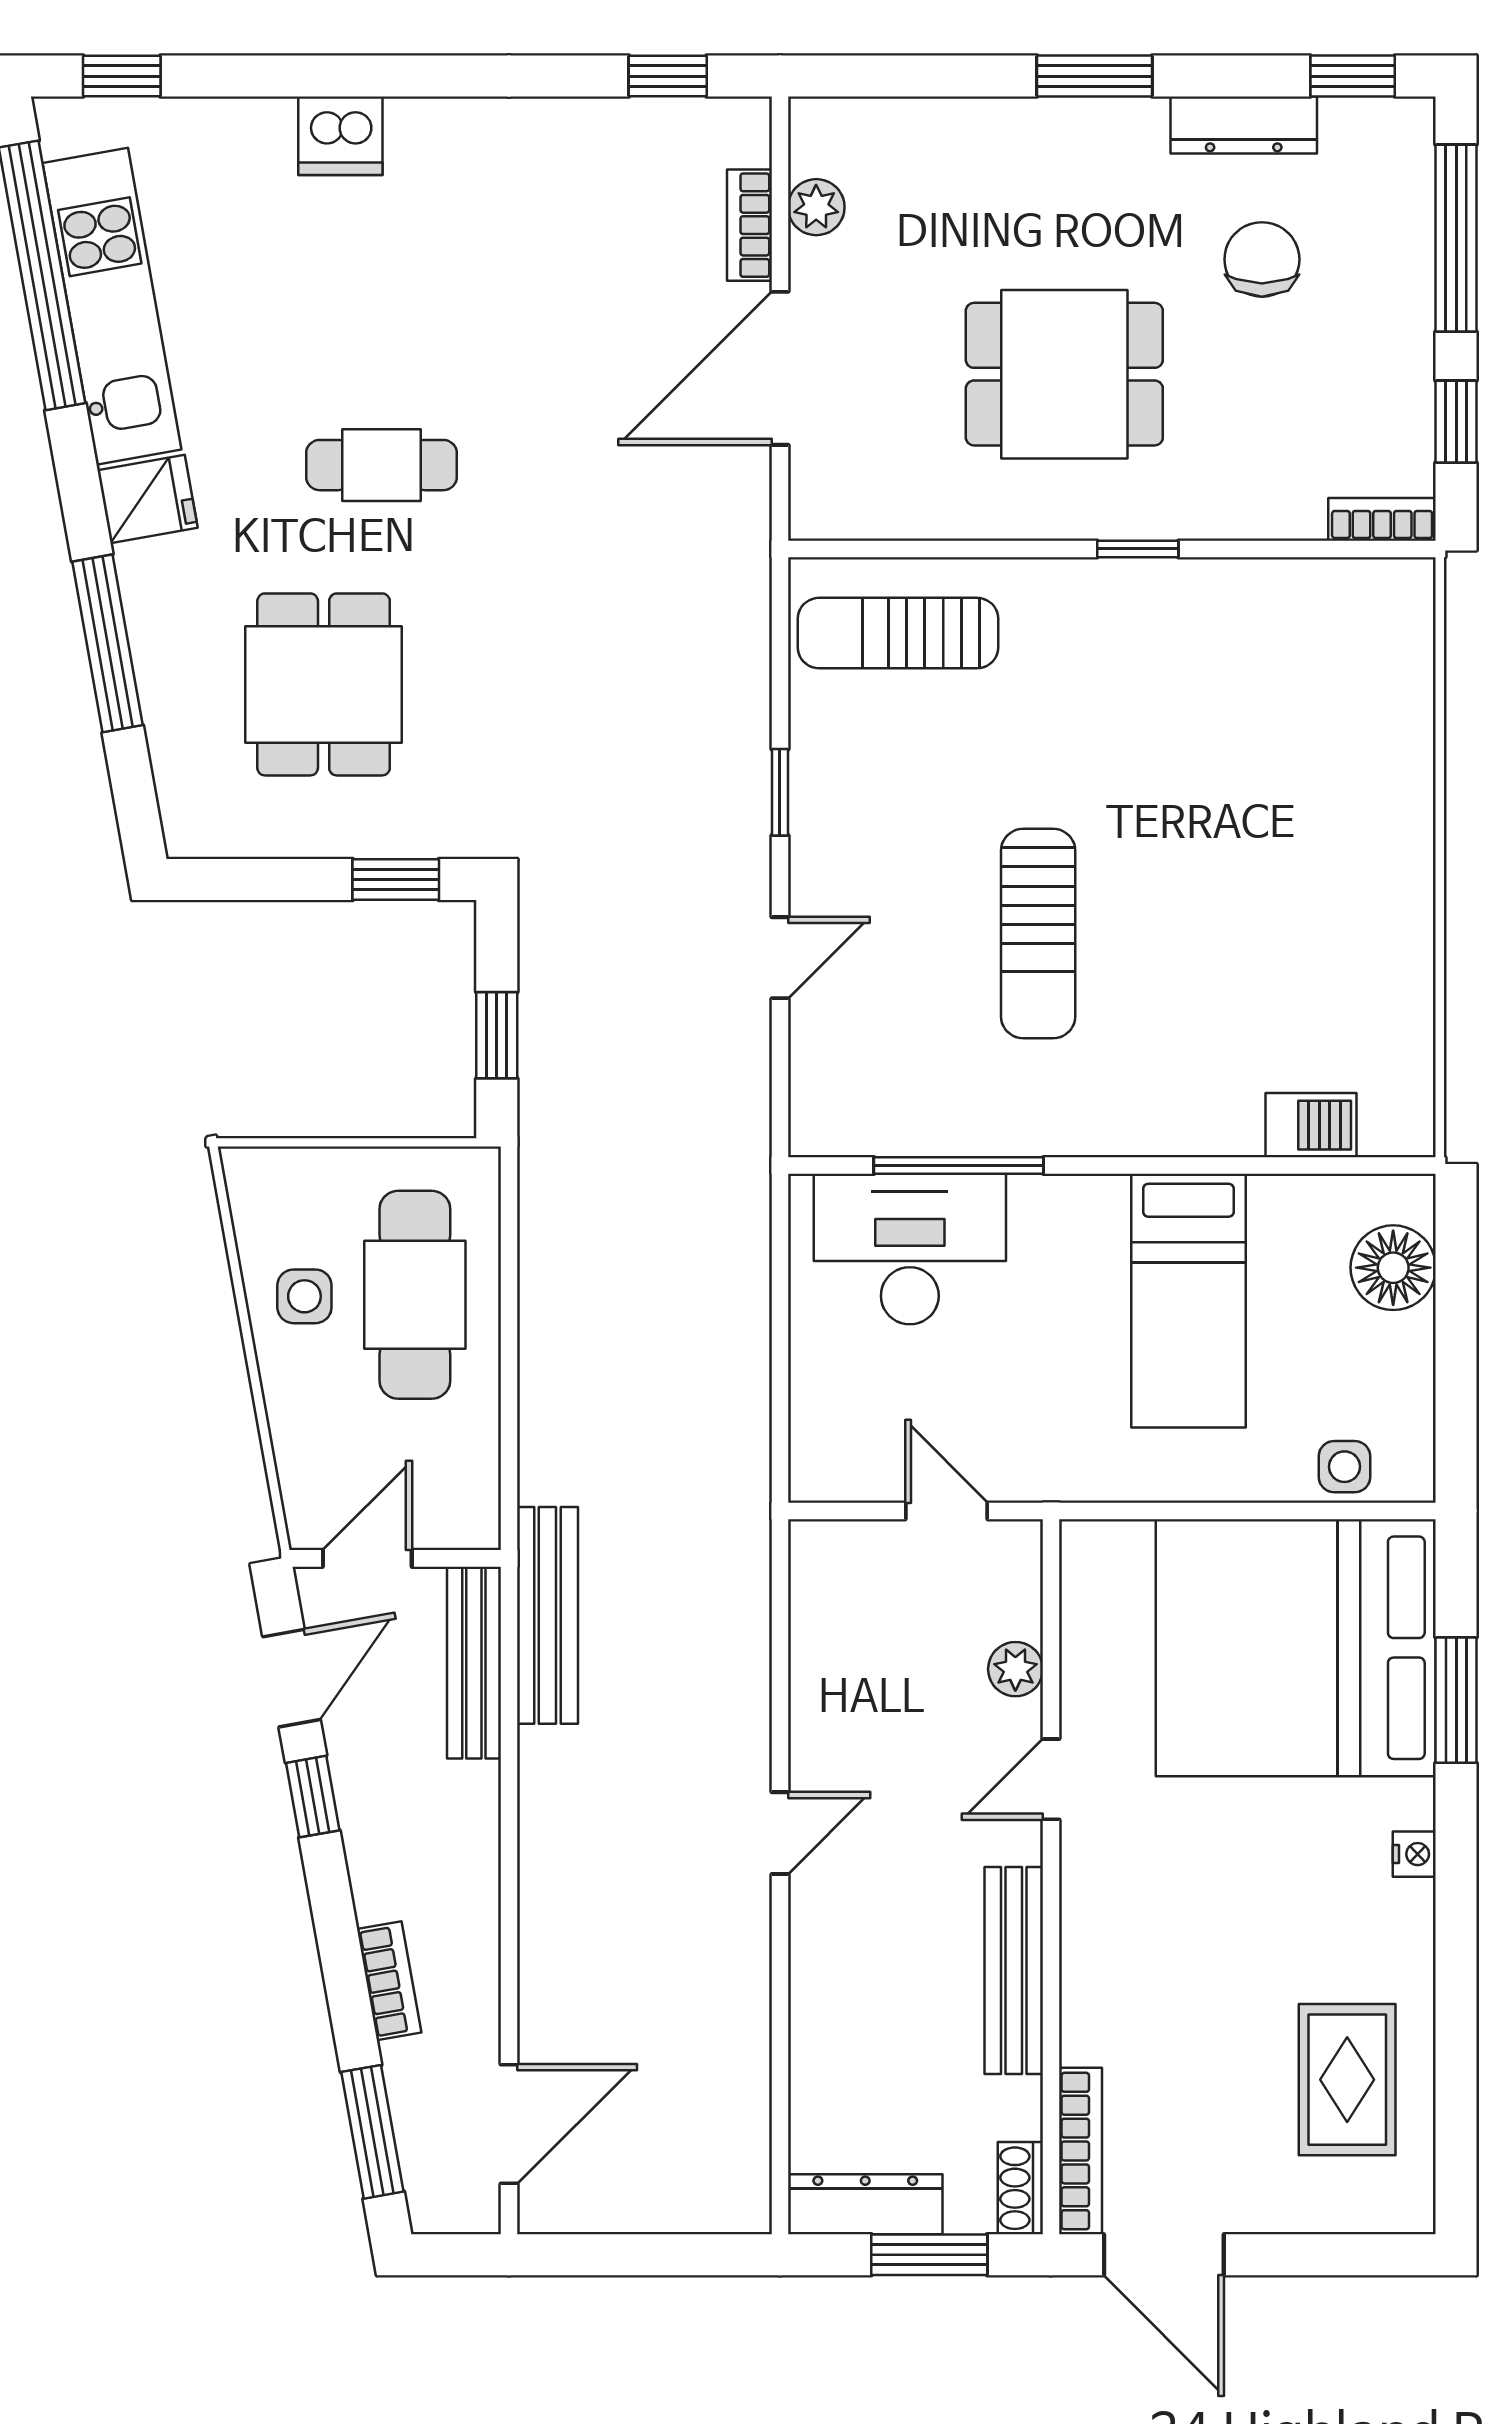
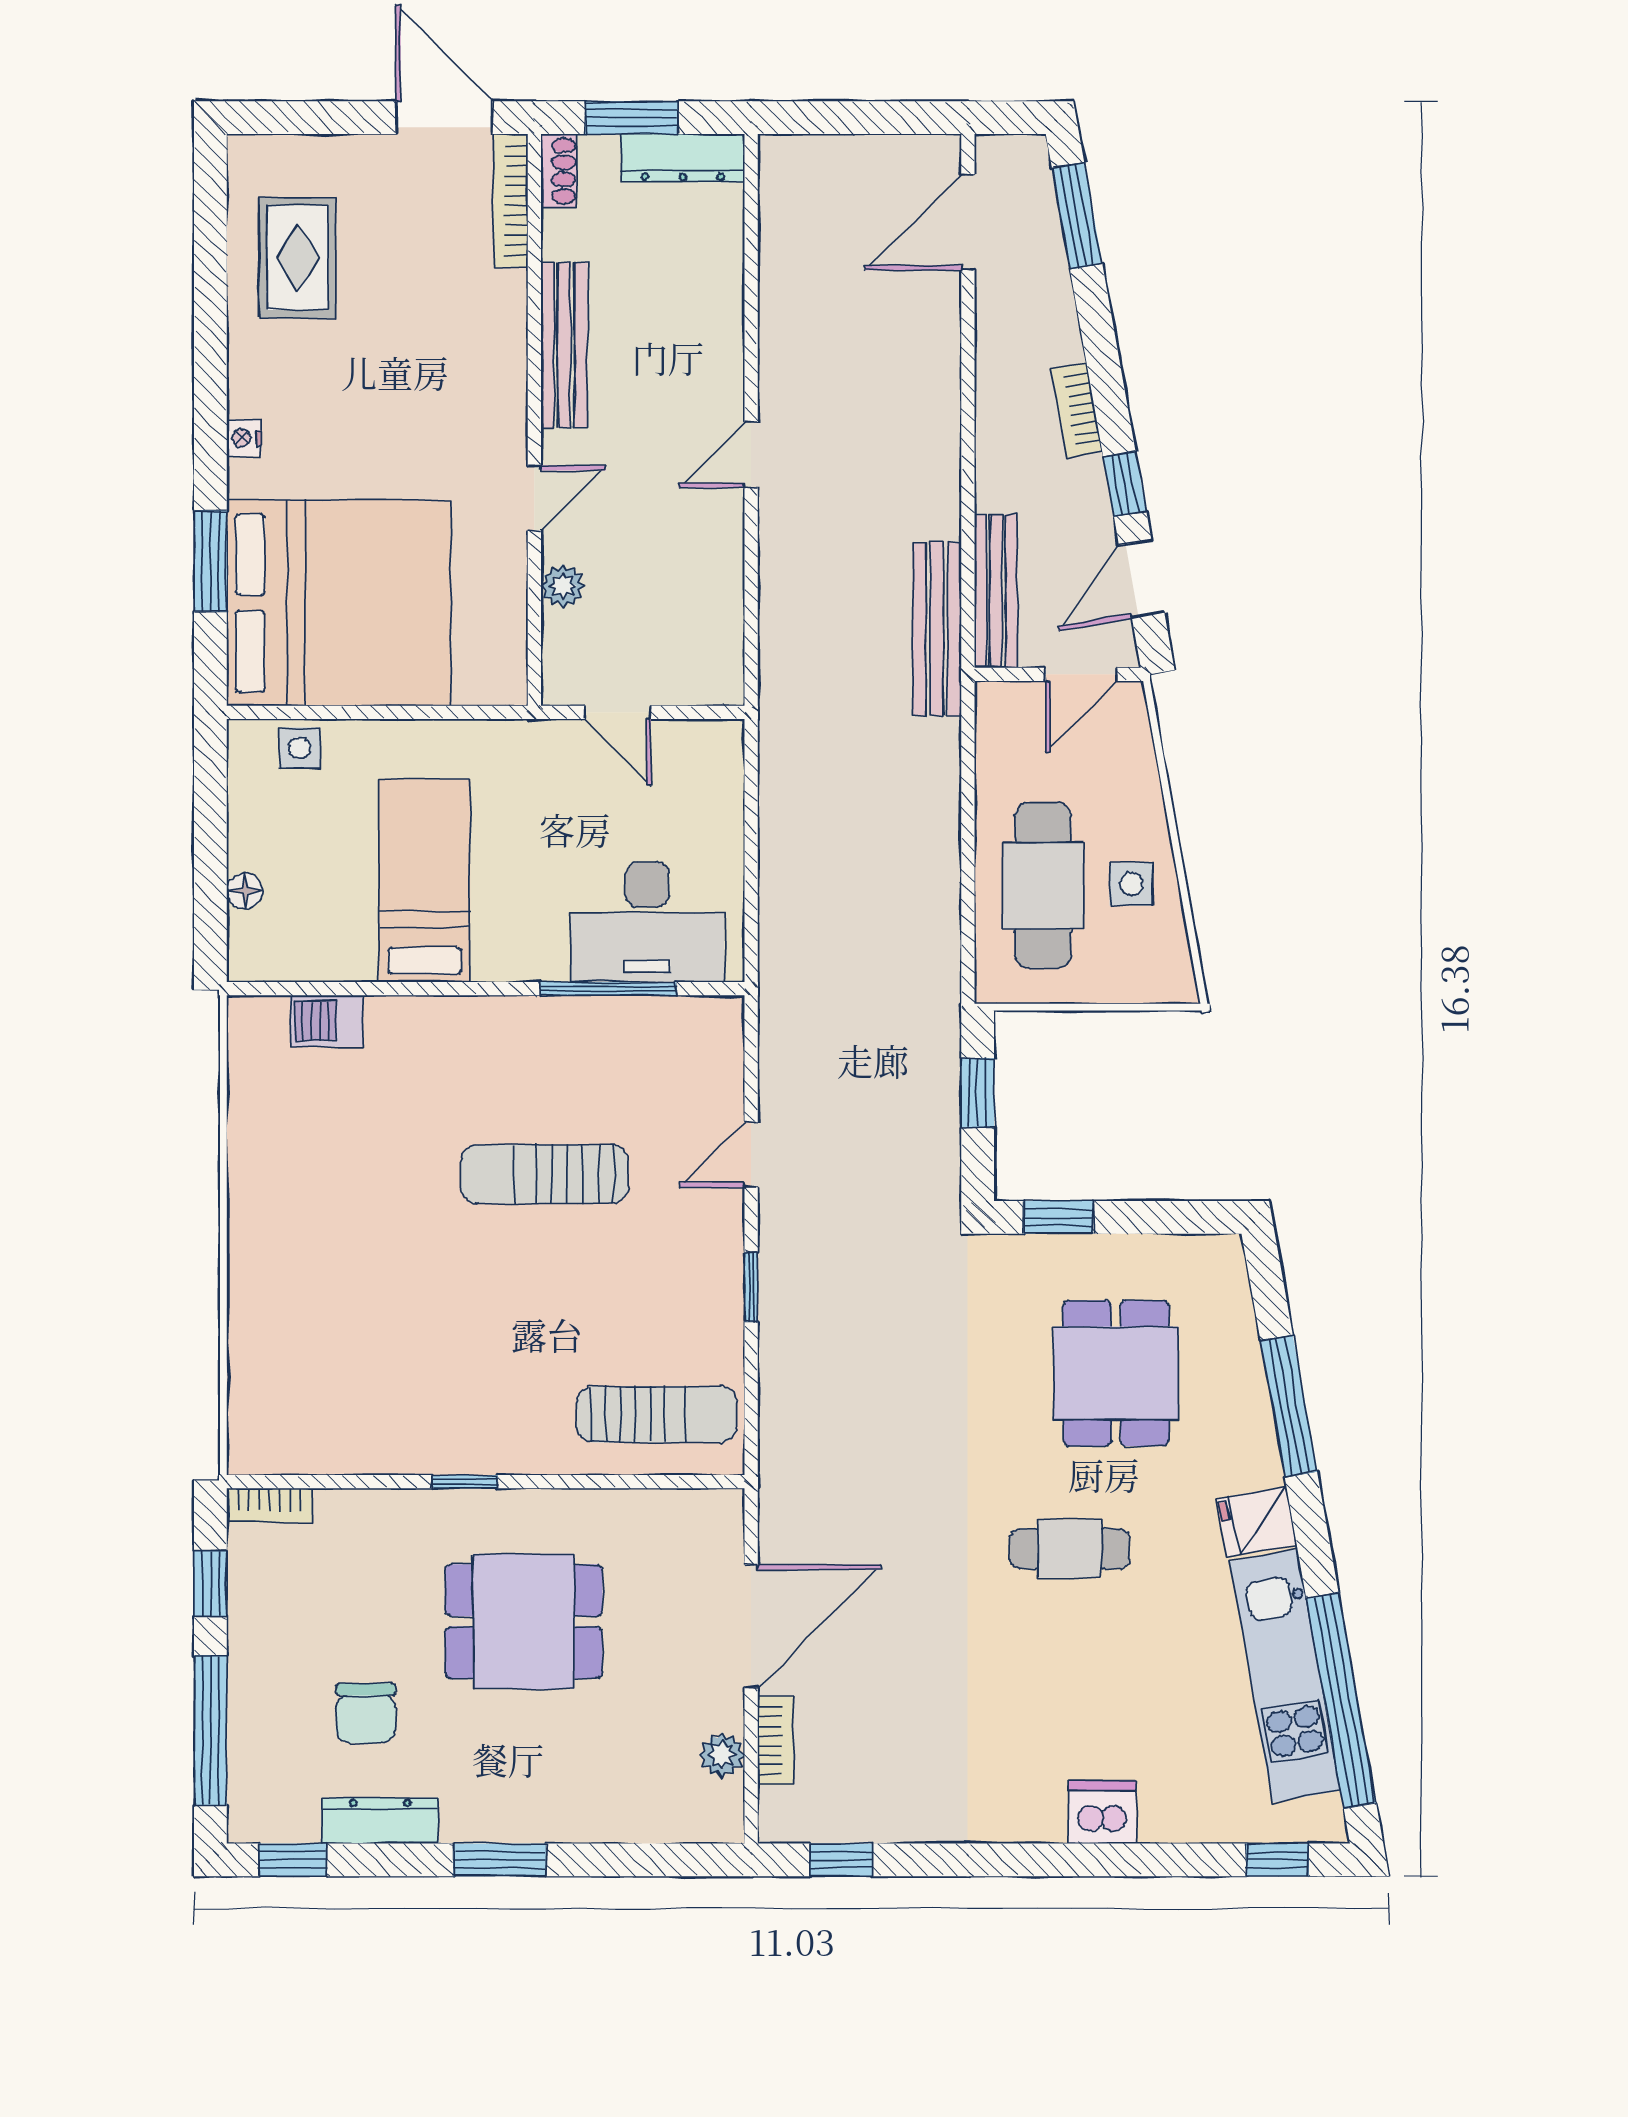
sun lounger: (1038, 934) -> (545, 1174), turned -90
floor lamp: (1393, 1268) -> (245, 891), width x0.53, depth x0.53
bookcase: (389, 1981) -> (1077, 410), moved

